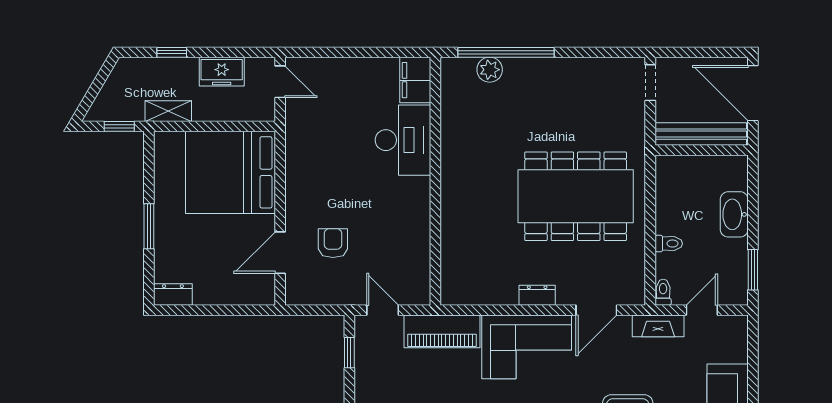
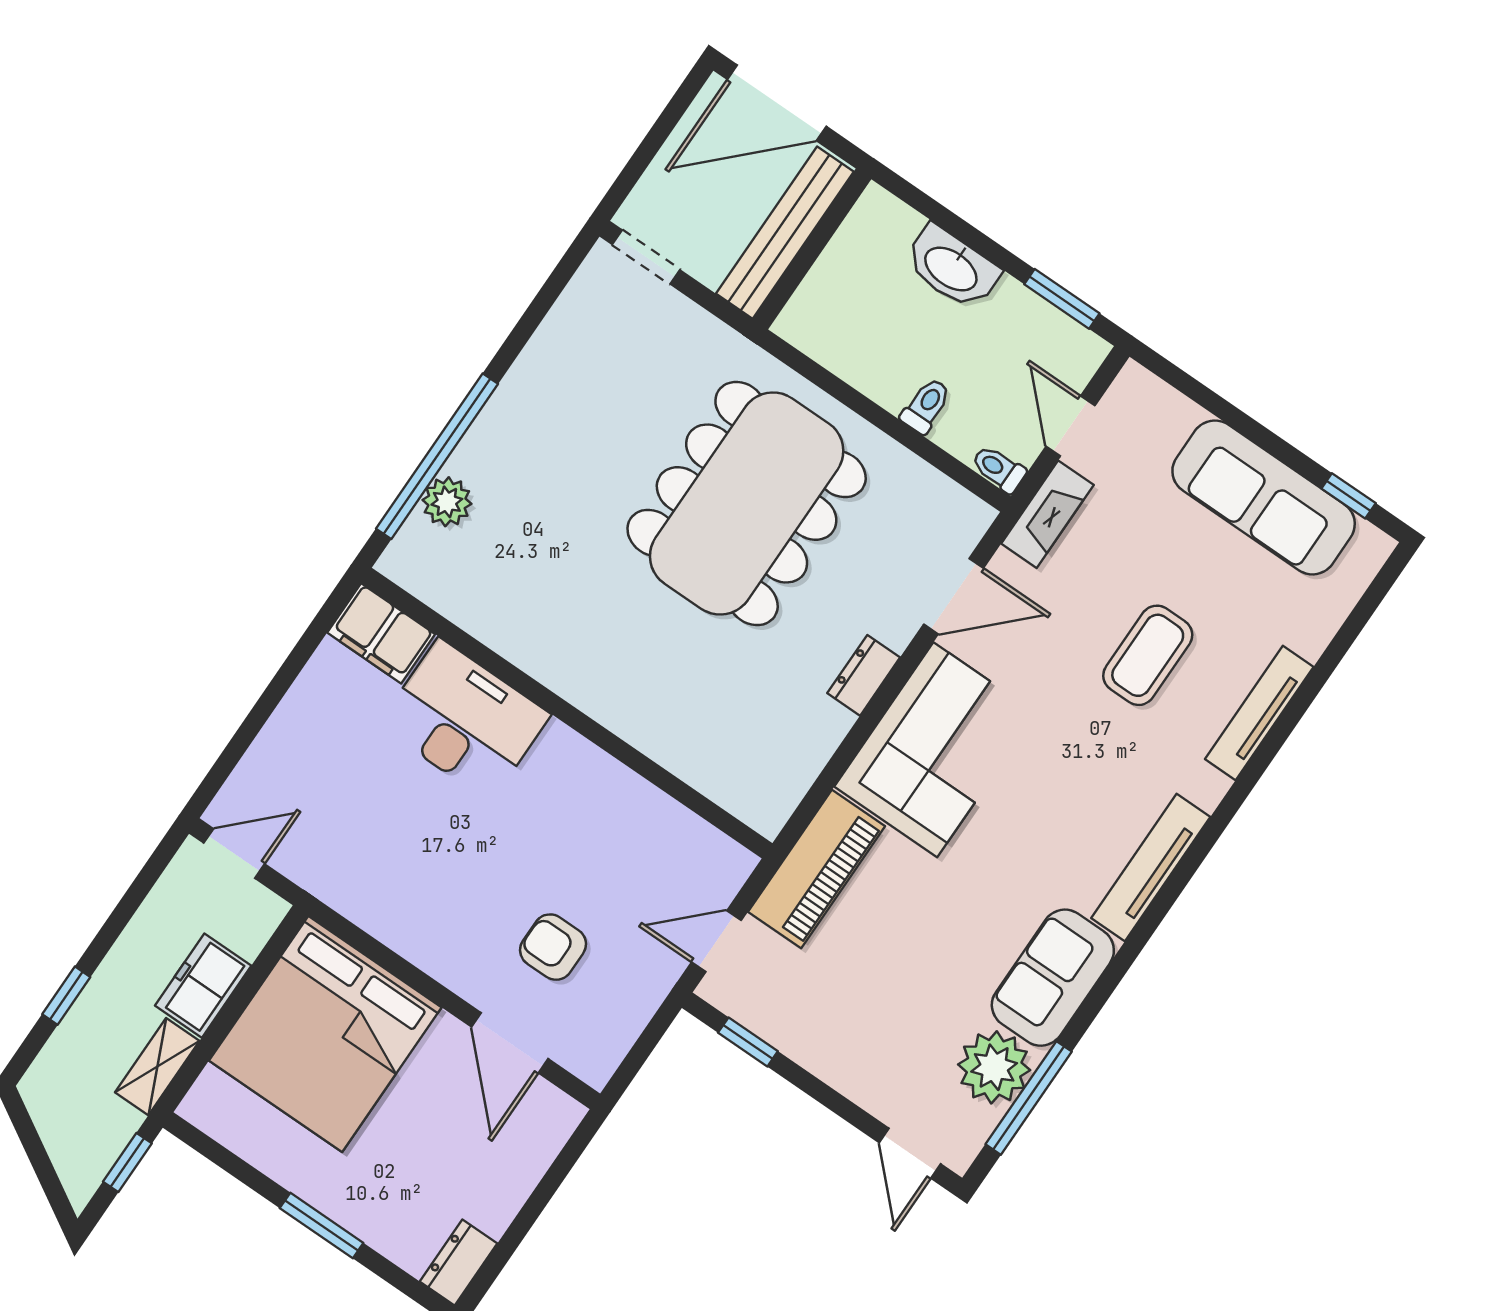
freezer: (222, 72) -> (203, 986), moved, turned 180
door: (596, 310) -> (954, 596), hinge flipped

